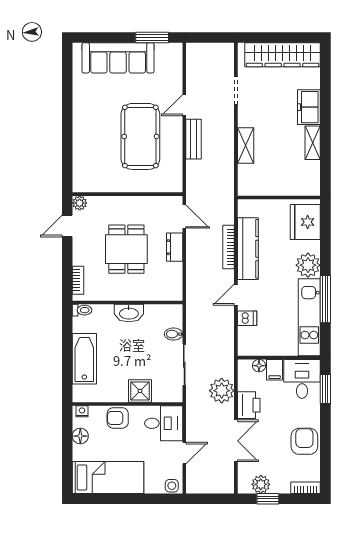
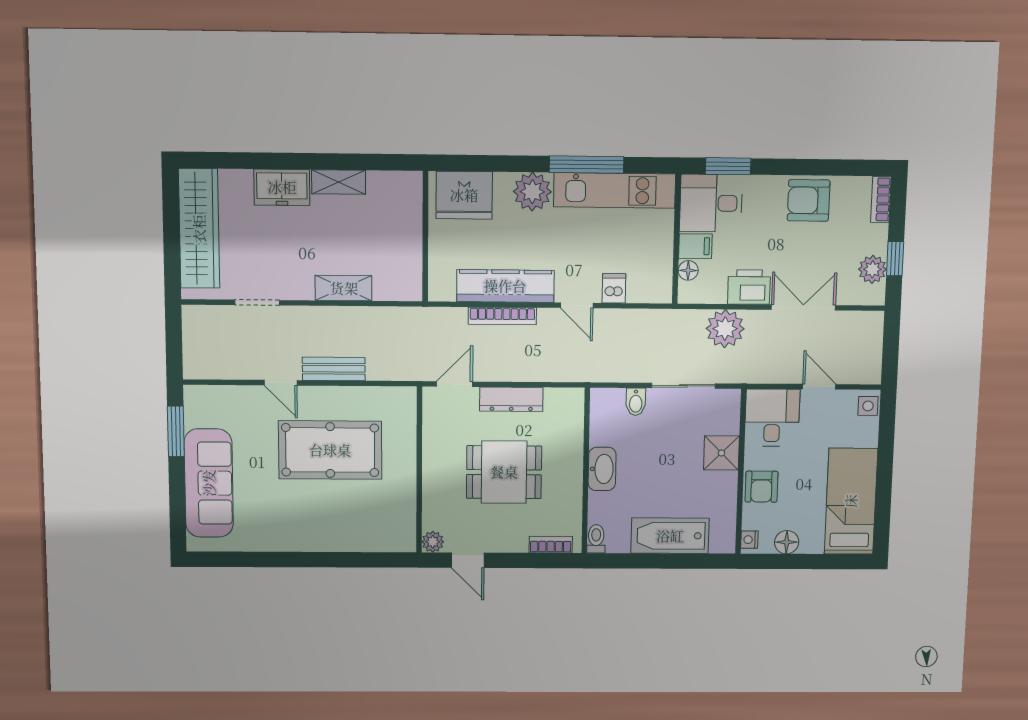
dresser: (175, 247) -> (511, 399), width x1.44

